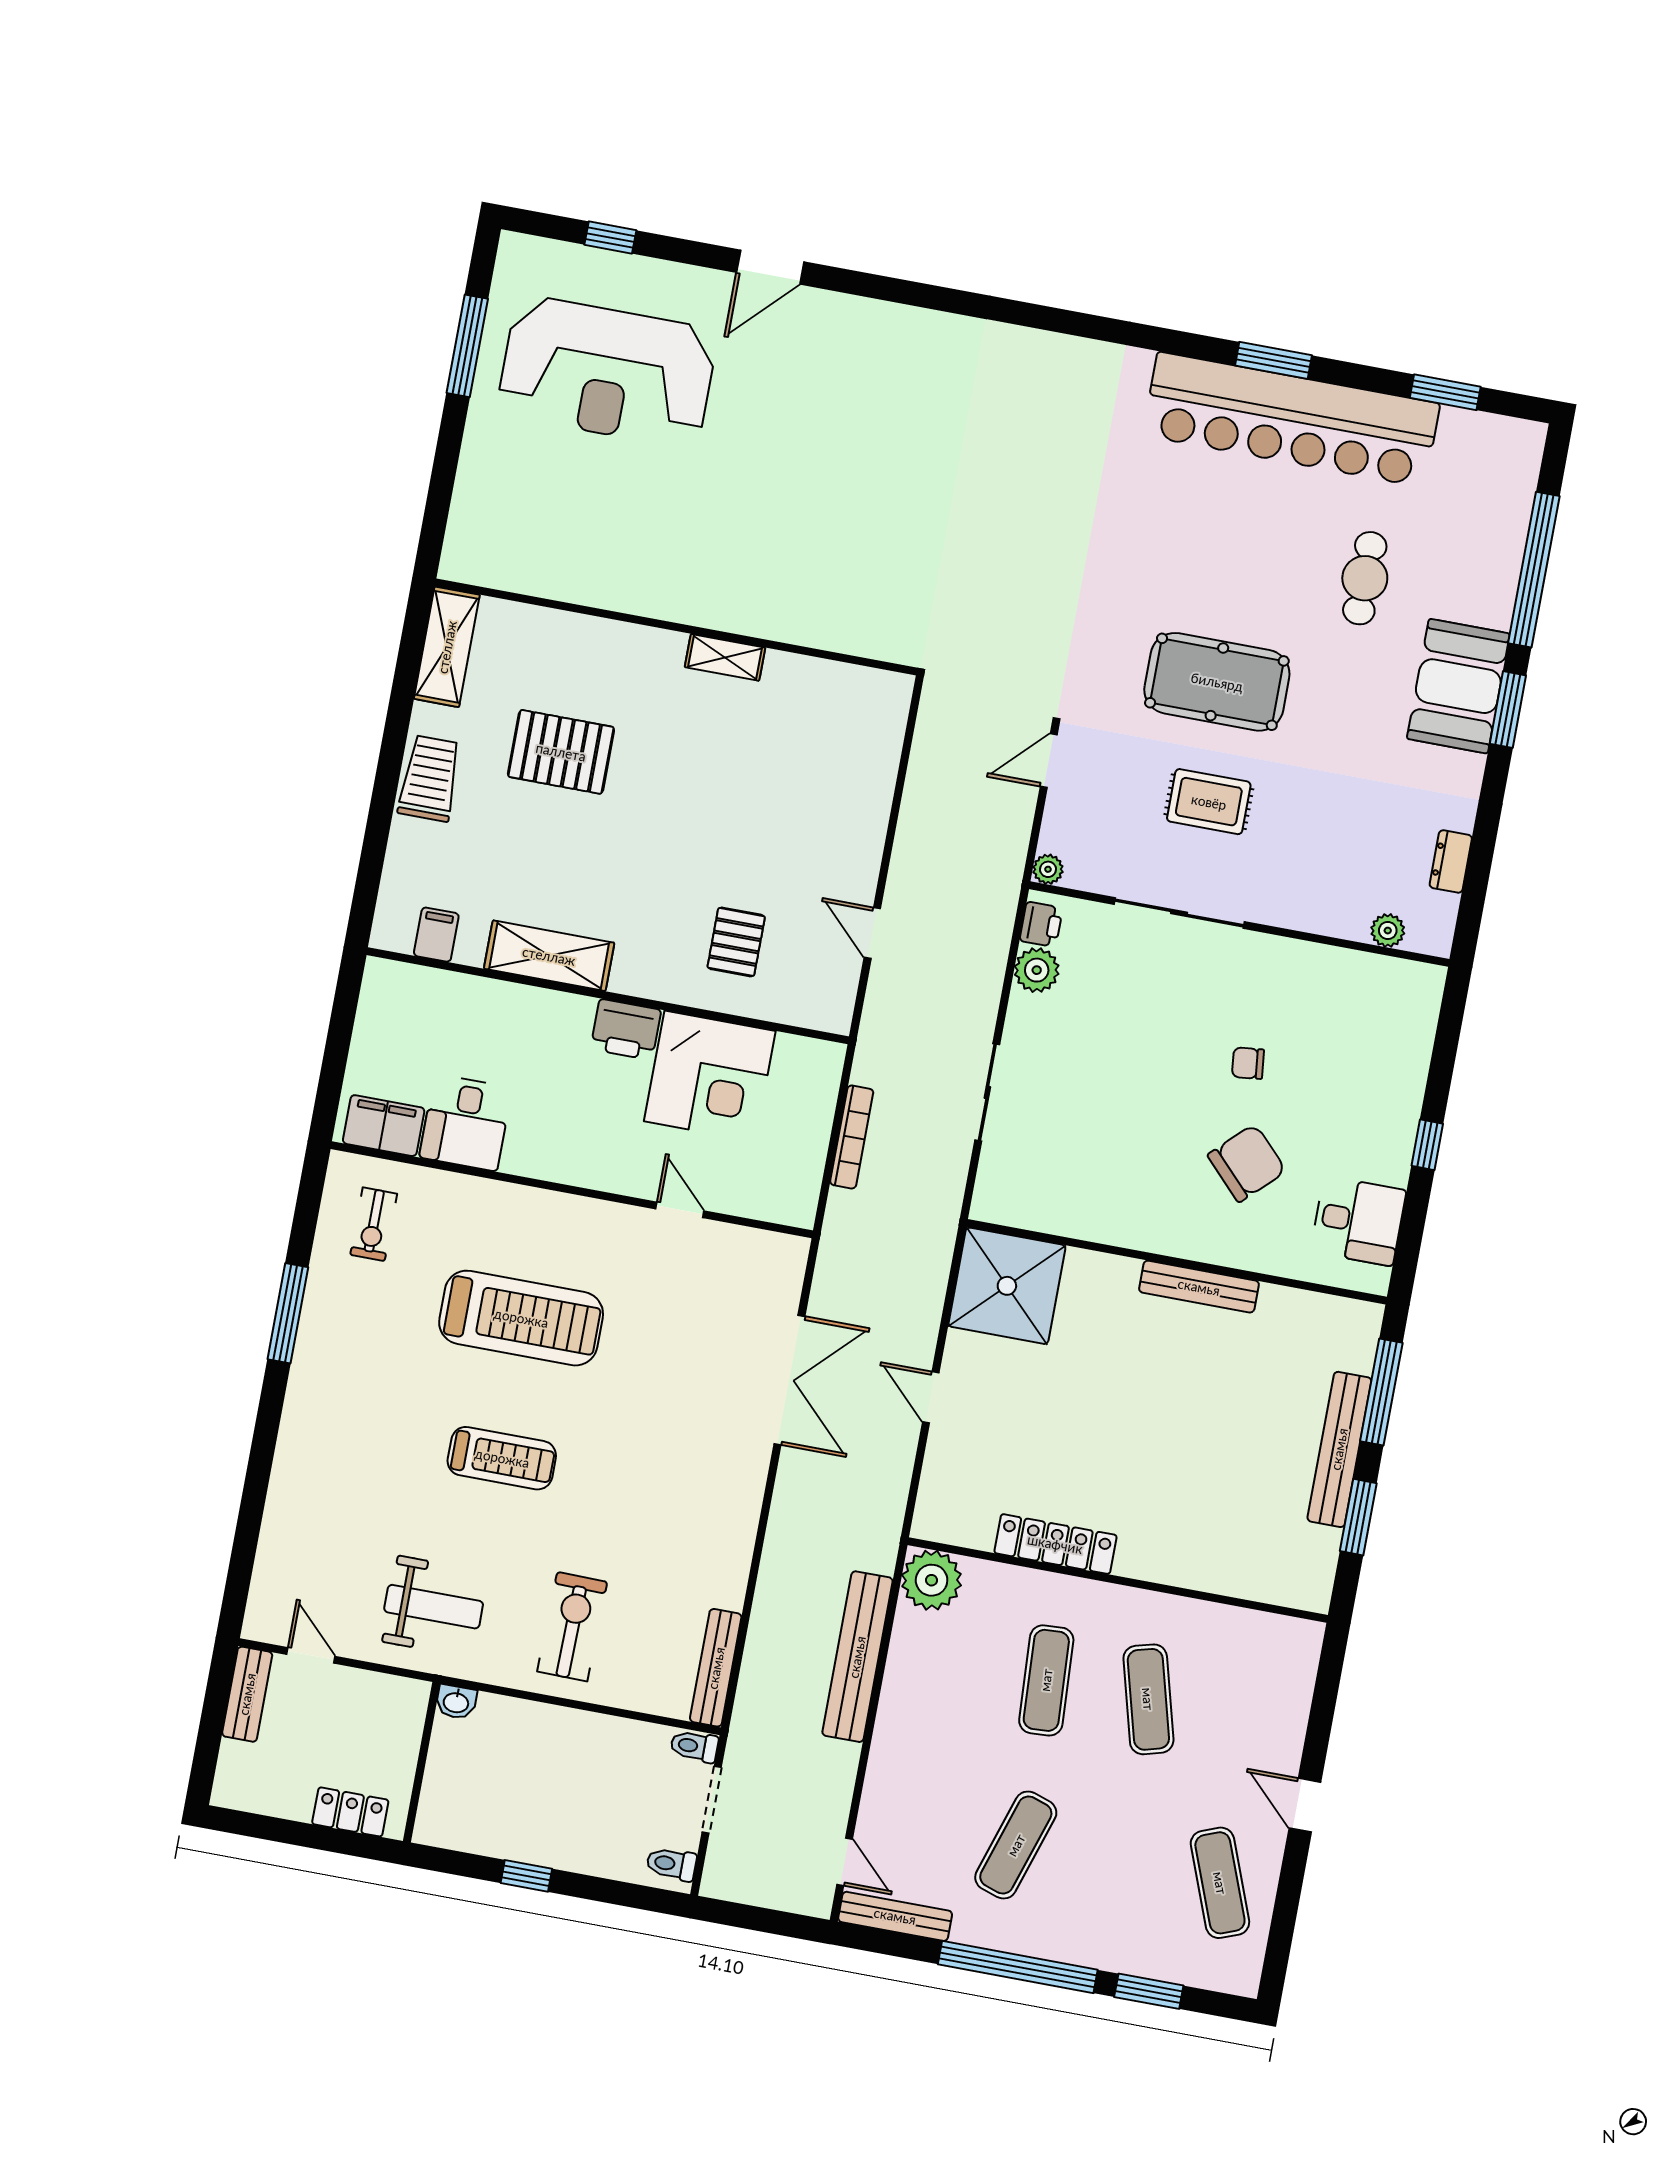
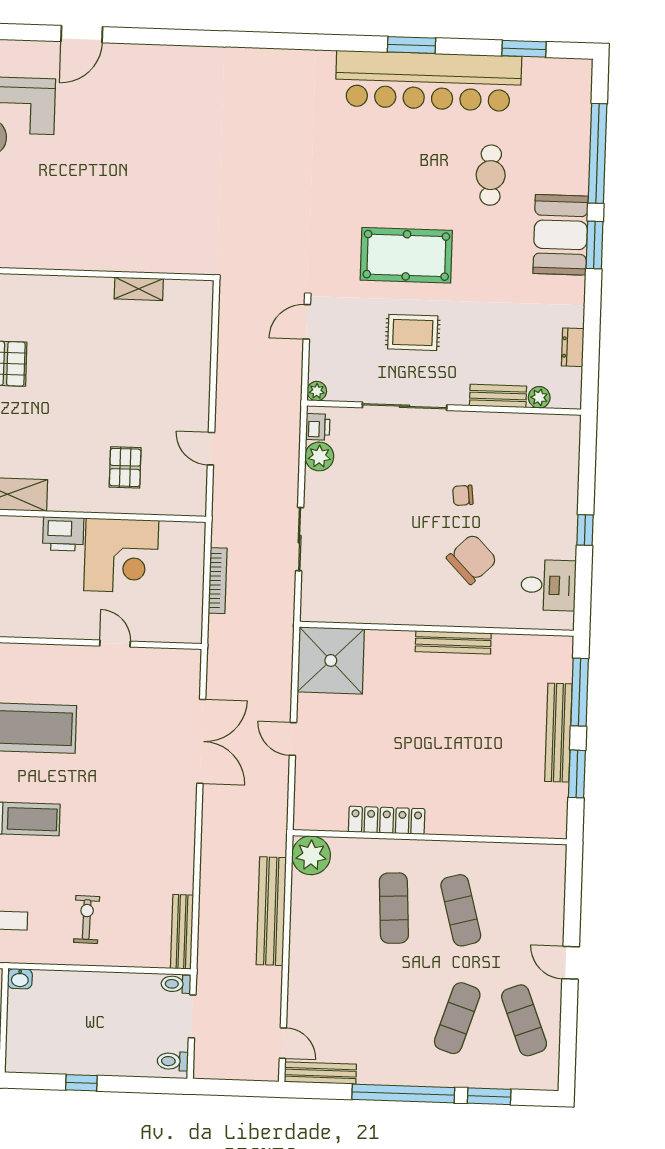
shelving: (725, 657) -> (139, 289), moved
bench: (1325, 919) -> (498, 396), added
exercise bike: (572, 1627) -> (87, 920), width x0.73, depth x0.72
exercise mat: (1016, 1845) -> (457, 1018), moved

